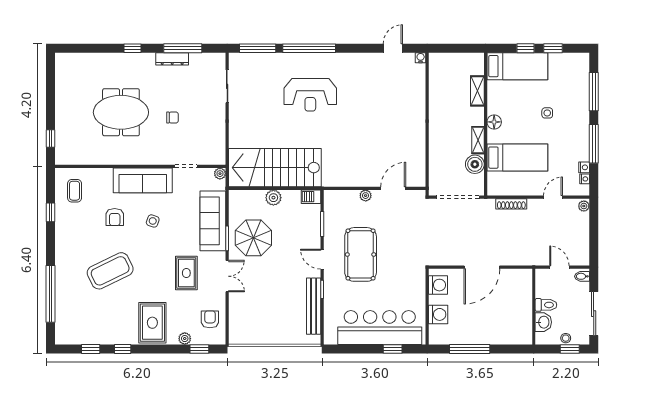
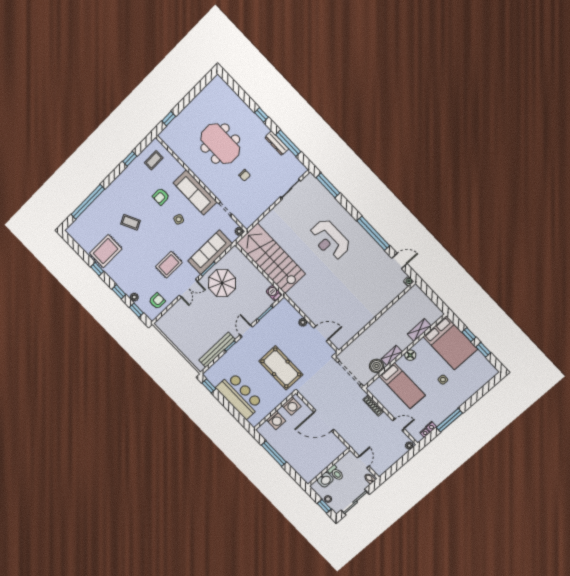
window: (309, 48) -> (373, 233), moved
bed: (517, 66) -> (450, 343), width x1.50
window: (594, 92) -> (479, 394), removed
plant: (273, 198) -> (254, 273), removed
pool table: (361, 254) -> (281, 368), moved, turned 90
coffee table: (110, 271) -> (131, 222), width x0.54, depth x0.58
rug: (152, 323) -> (106, 251), moved
bar counter: (380, 328) -> (240, 396), width x0.73
window: (91, 349) -> (119, 292), moved
window: (393, 349) -> (209, 386), moved

